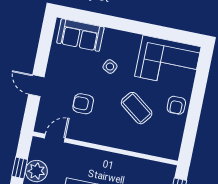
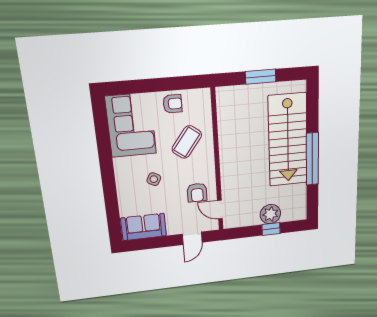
sofa: (80, 35) -> (144, 227), moved, turned -90
door: (55, 138) -> (220, 209), moved
wall: (105, 148) -> (217, 161), moved

